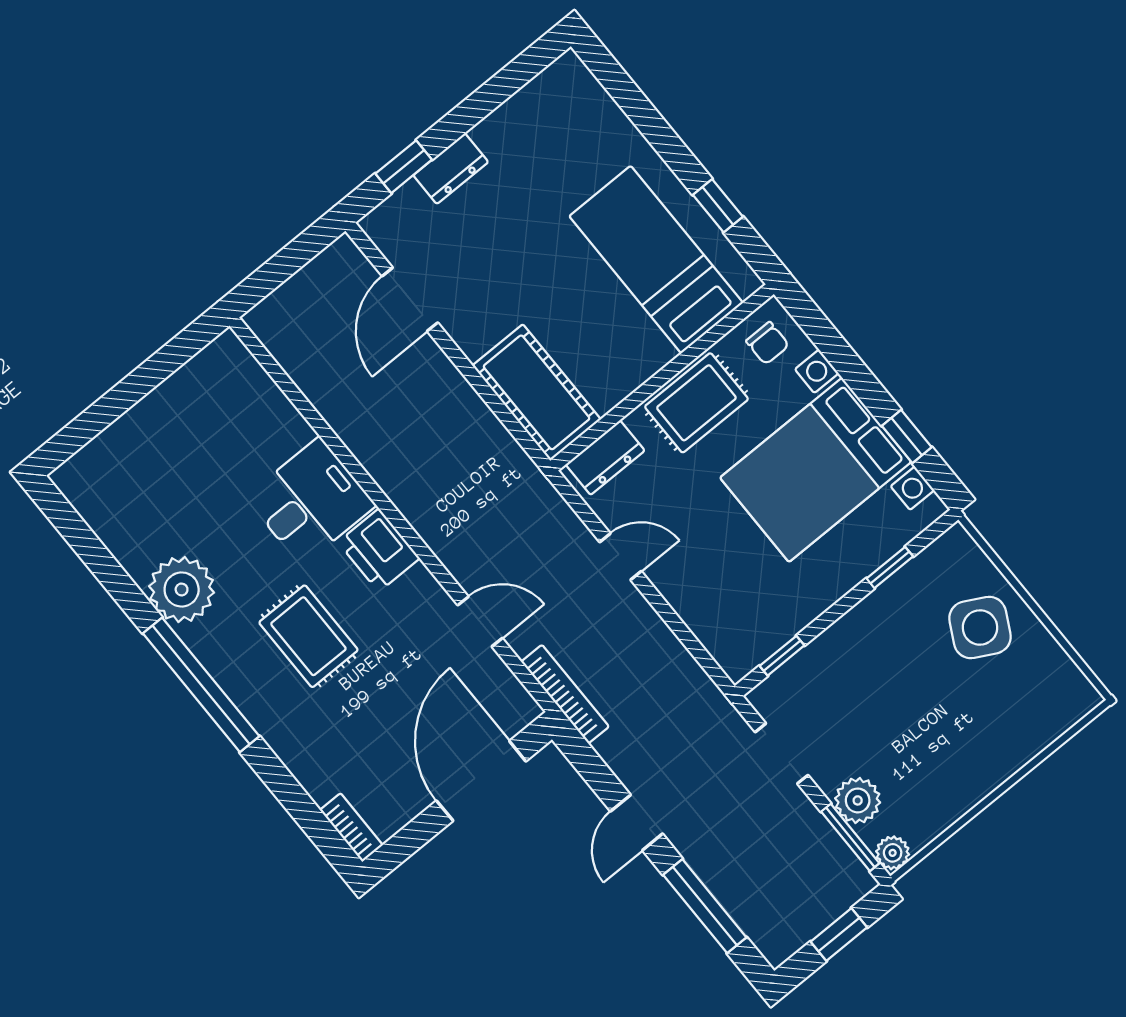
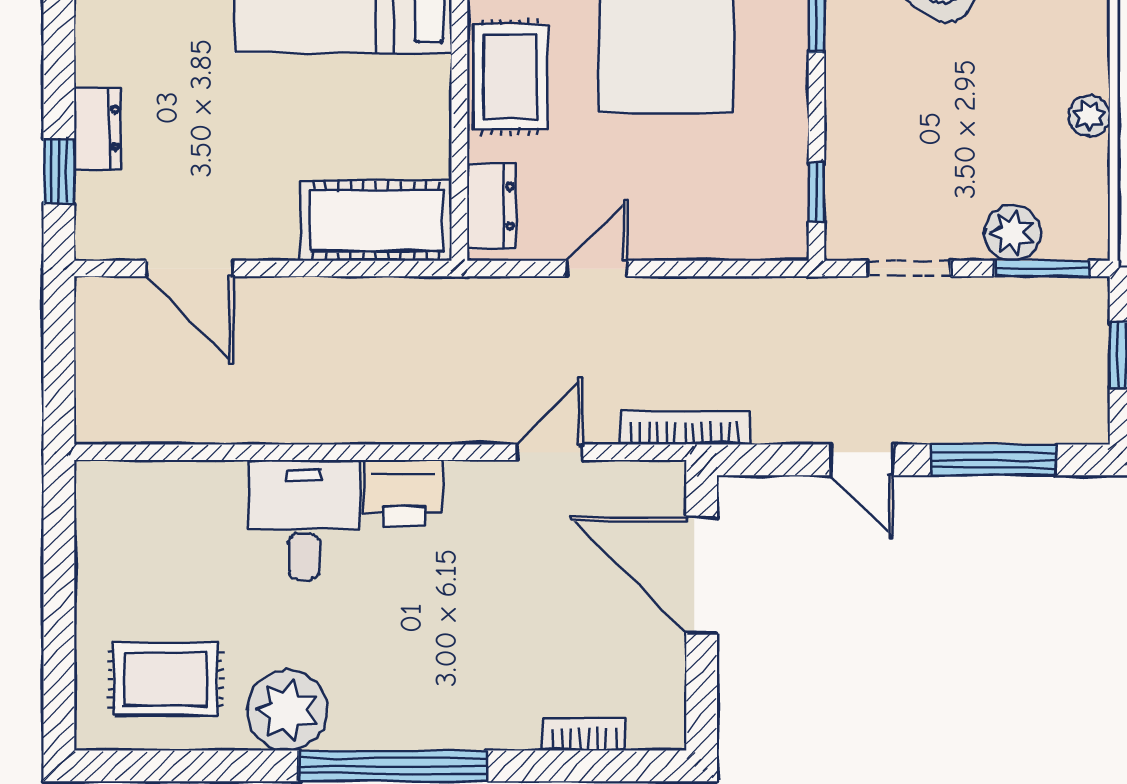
rug: (308, 636) -> (166, 679), moved
bookcase: (351, 828) -> (584, 734), moved
plant: (893, 853) -> (1089, 116), moved

